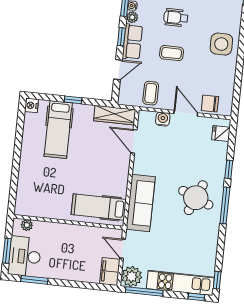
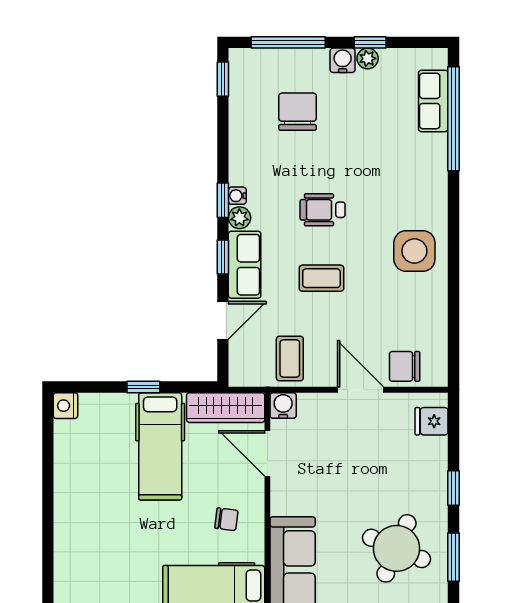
water cooler: (163, 119) -> (283, 405), moved
hospital bed: (58, 130) -> (160, 446), moved
chair: (109, 173) -> (226, 519), added
window: (225, 205) -> (454, 557), width x0.69

